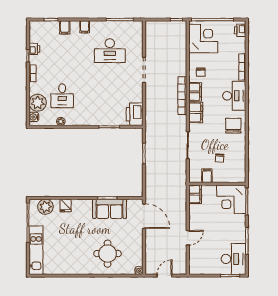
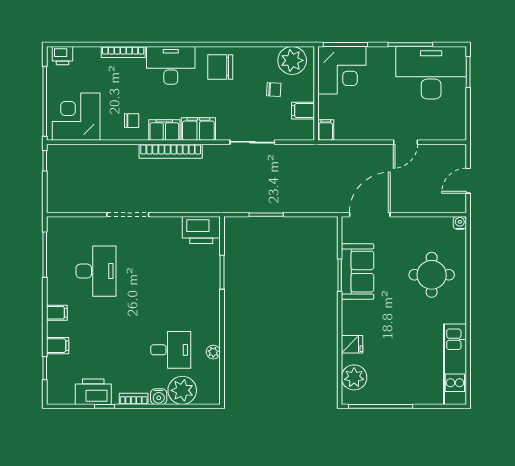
printer: (34, 49) -> (93, 392), width x1.87, depth x1.48
water cooler: (34, 117) -> (159, 397), moved
plant: (237, 169) -> (292, 60), added
filing cabinet: (195, 194) -> (326, 130), width x0.50
door: (188, 238) -> (405, 142), swing flipped
kitchen unit: (36, 250) -> (455, 364), moved, turned -90
desk: (233, 259) -> (431, 73), width x1.36, depth x1.30
door: (165, 276) -> (468, 181), hinge flipped

